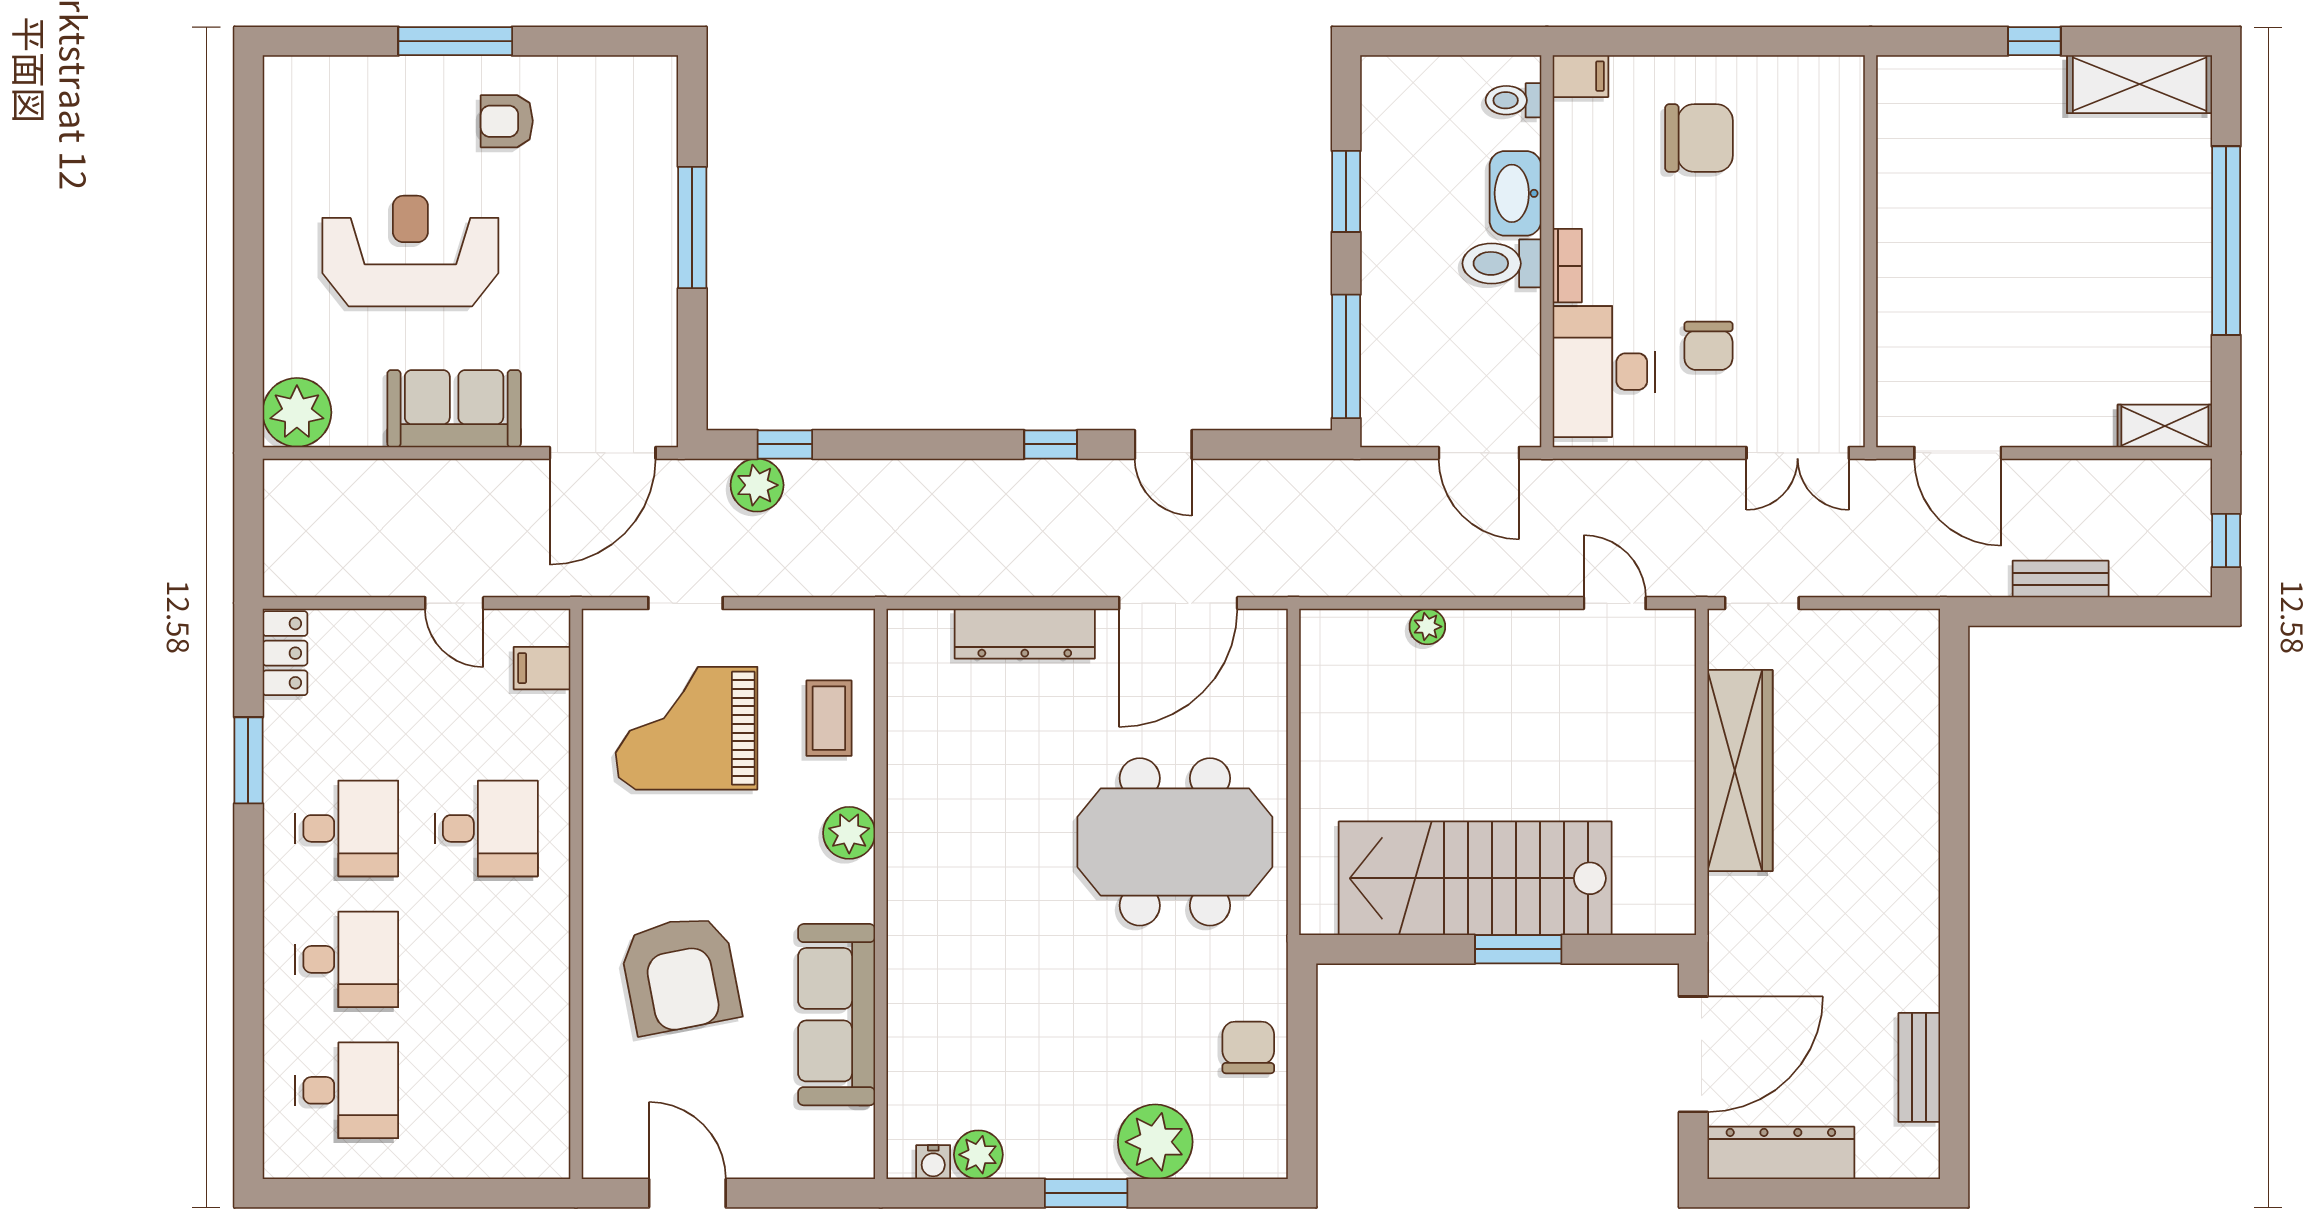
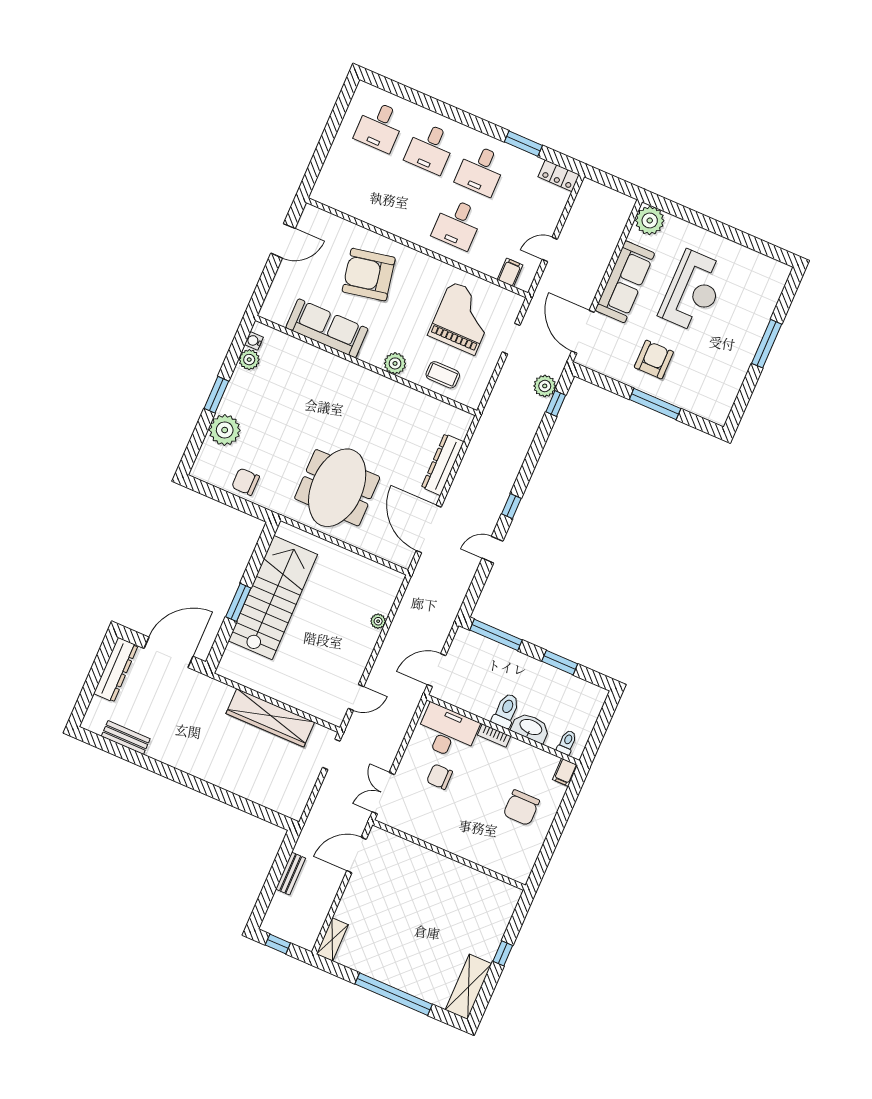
armchair: (507, 121) -> (654, 360), moved, width x1.38, depth x1.38
sofa: (454, 409) -> (625, 282), width x1.36
chair: (1248, 1047) -> (246, 482), turned 180
door: (1693, 1054) -> (169, 652), swing flipped

